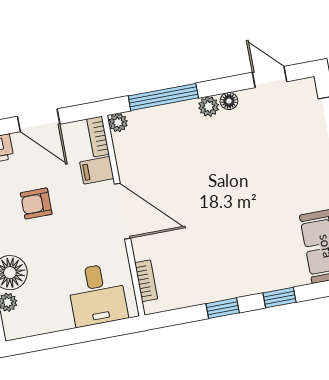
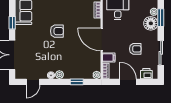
door: (270, 77) -> (33, 82), hinge flipped
window: (163, 97) -> (77, 82), width x0.46
armchair: (235, 211) -> (57, 31), added

